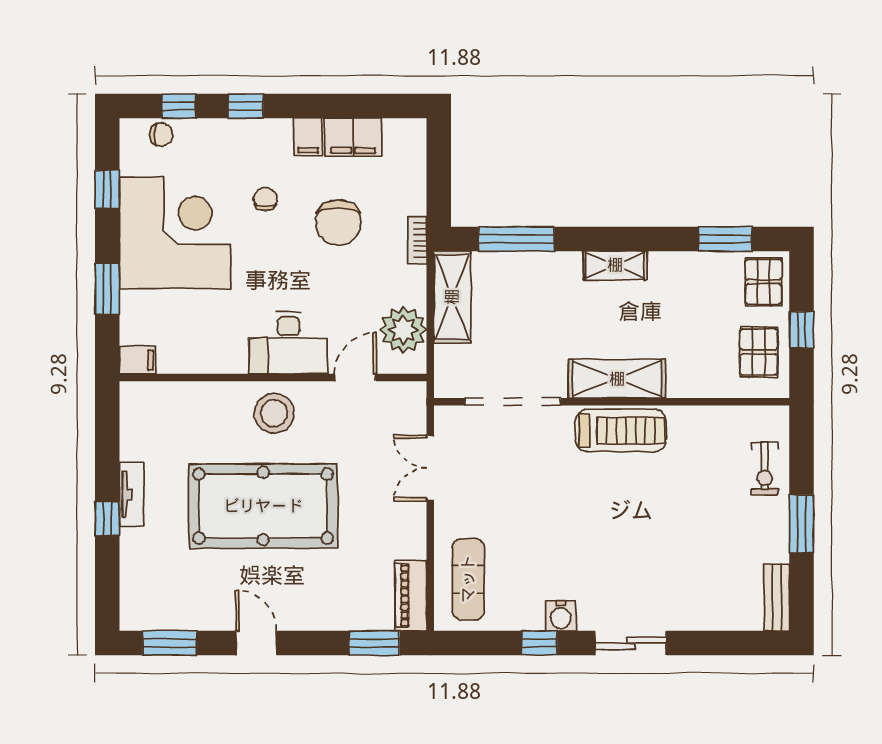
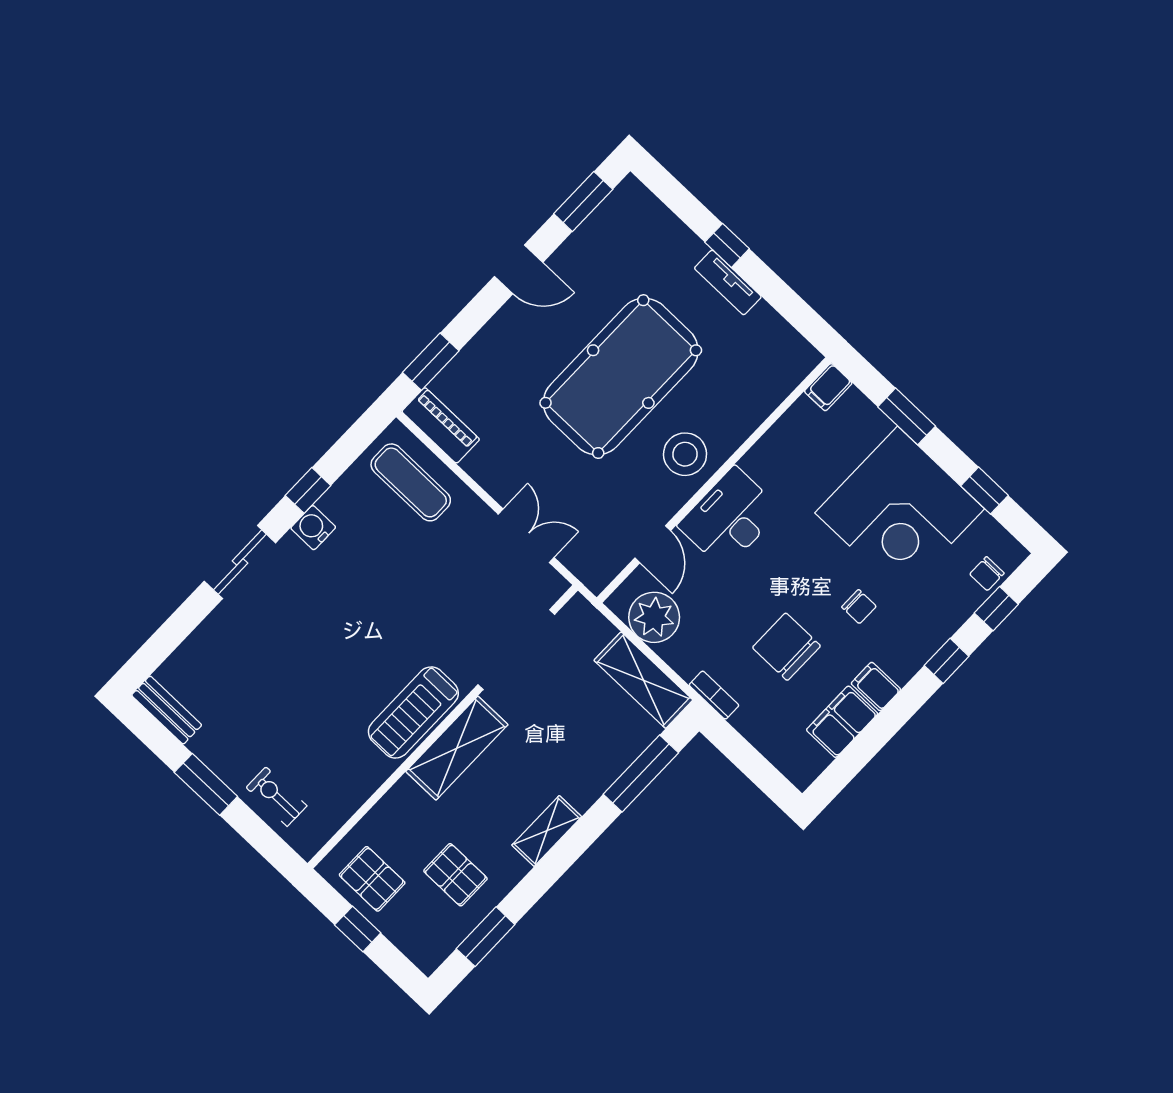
pallet: (763, 282) -> (455, 875), moved

